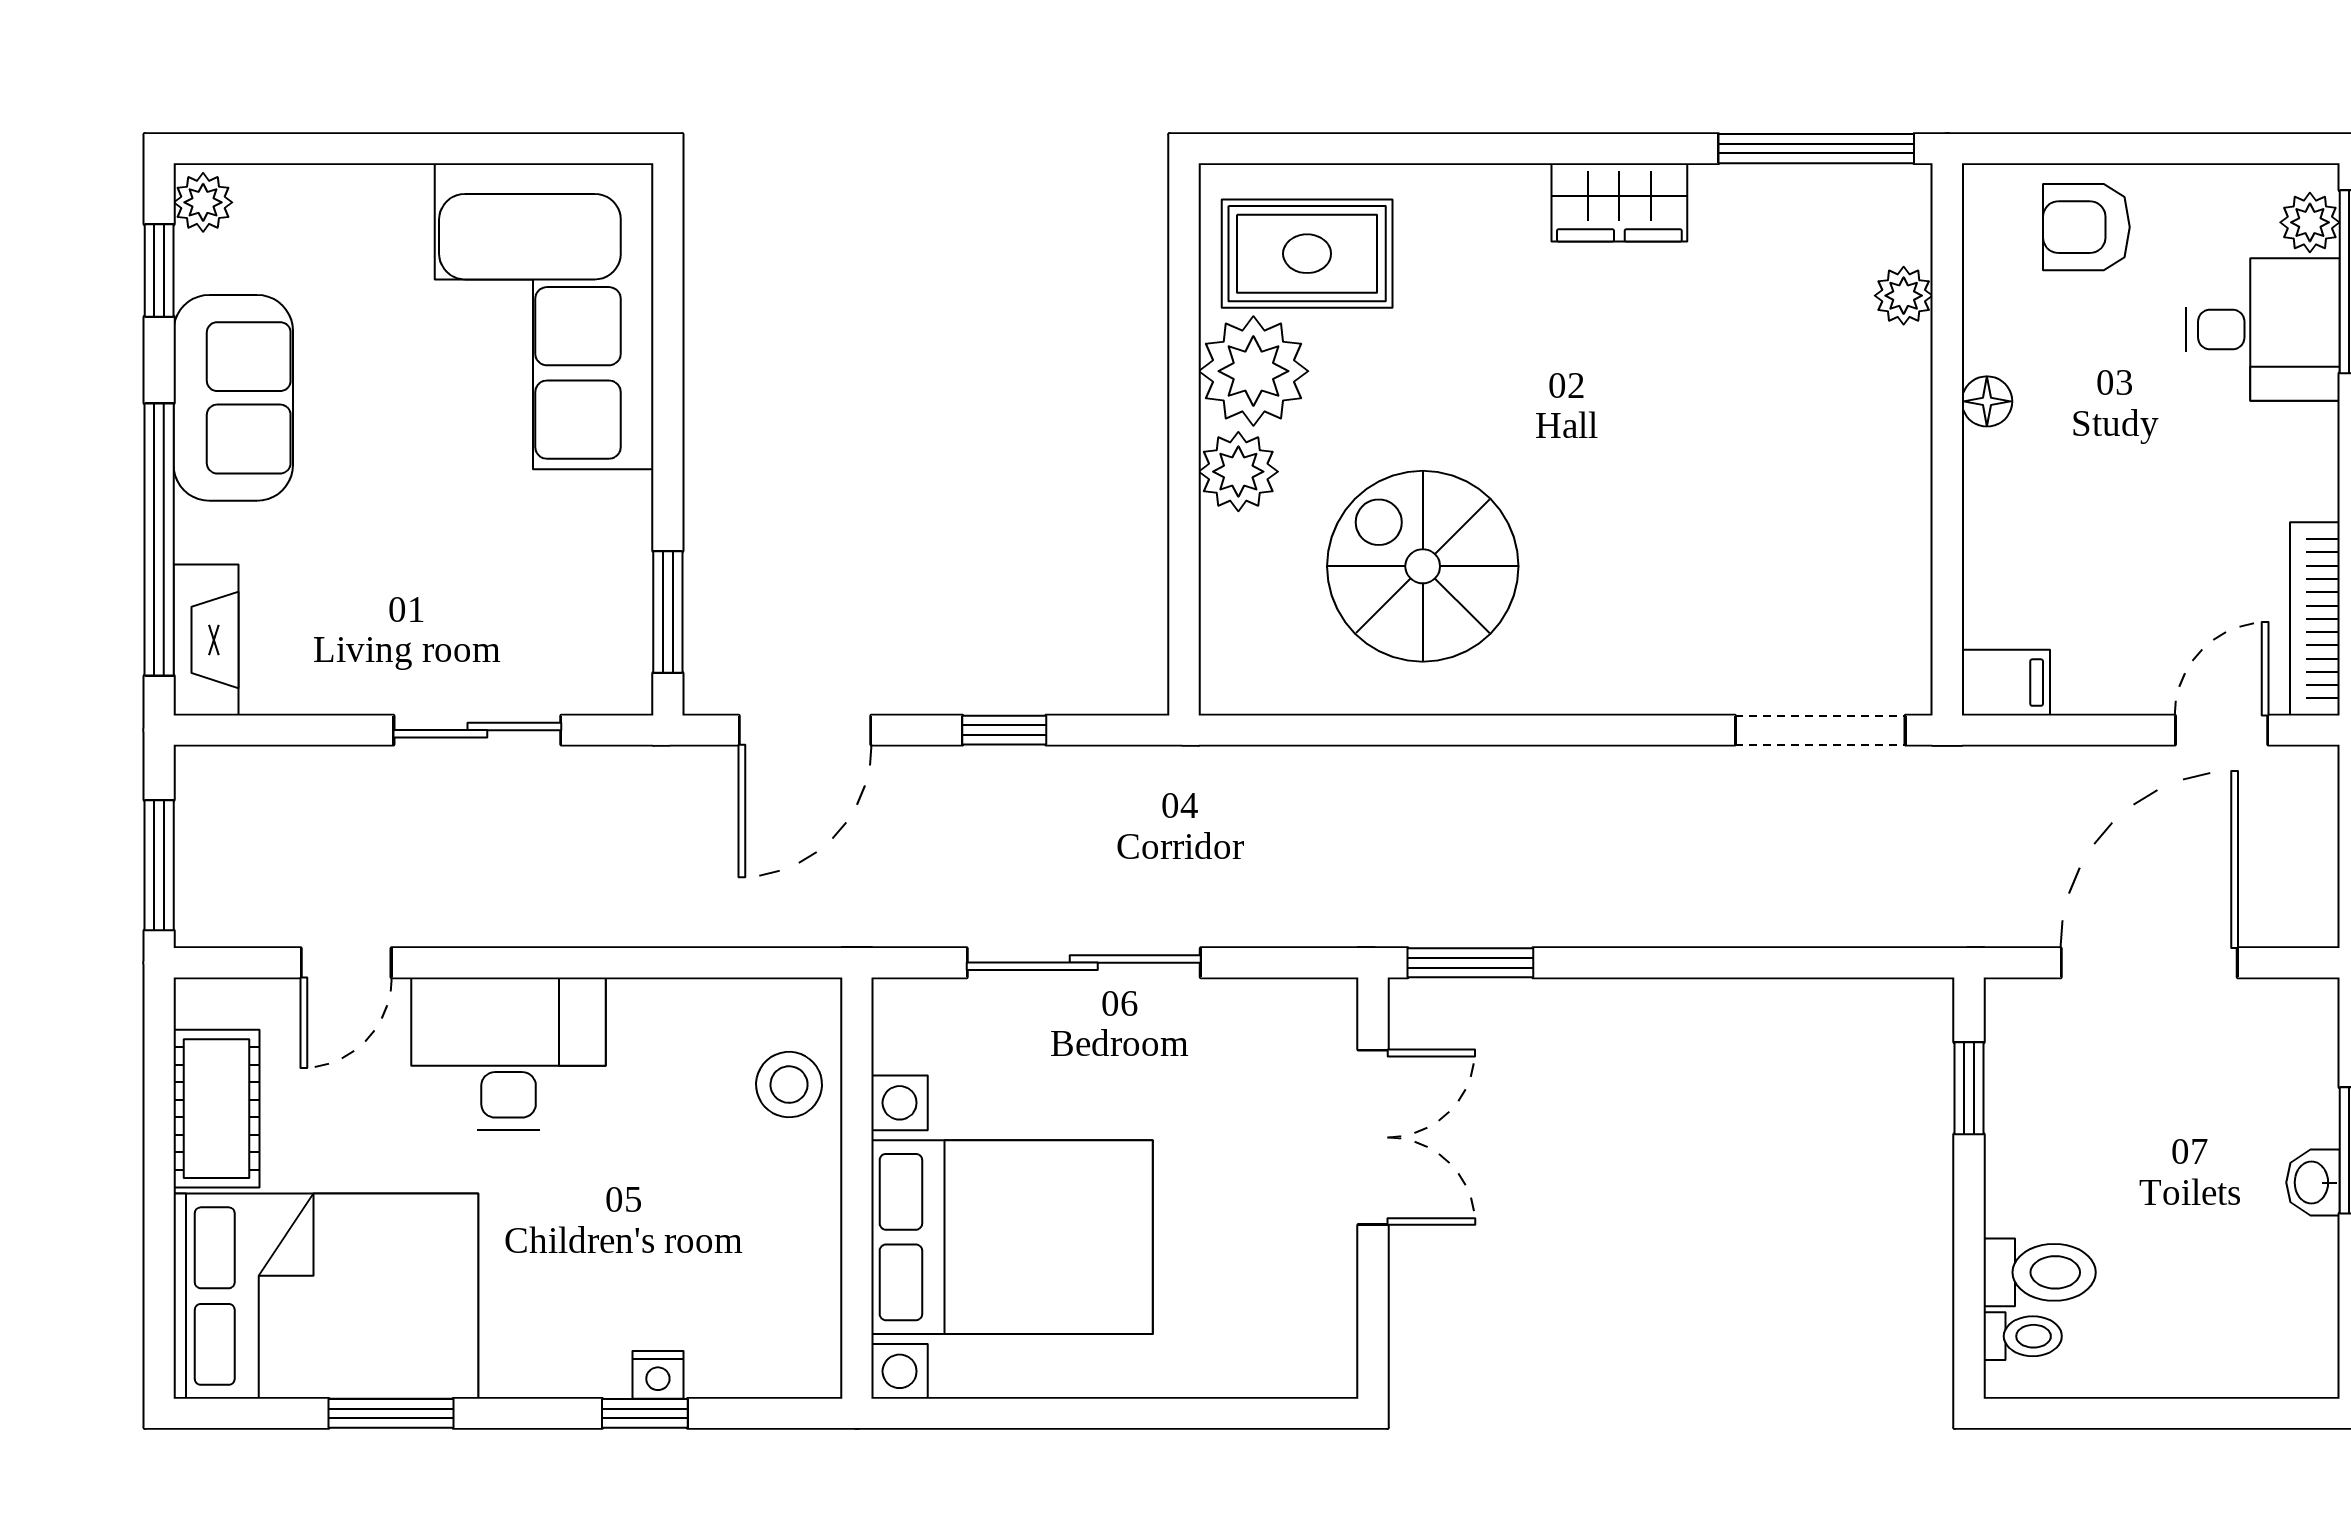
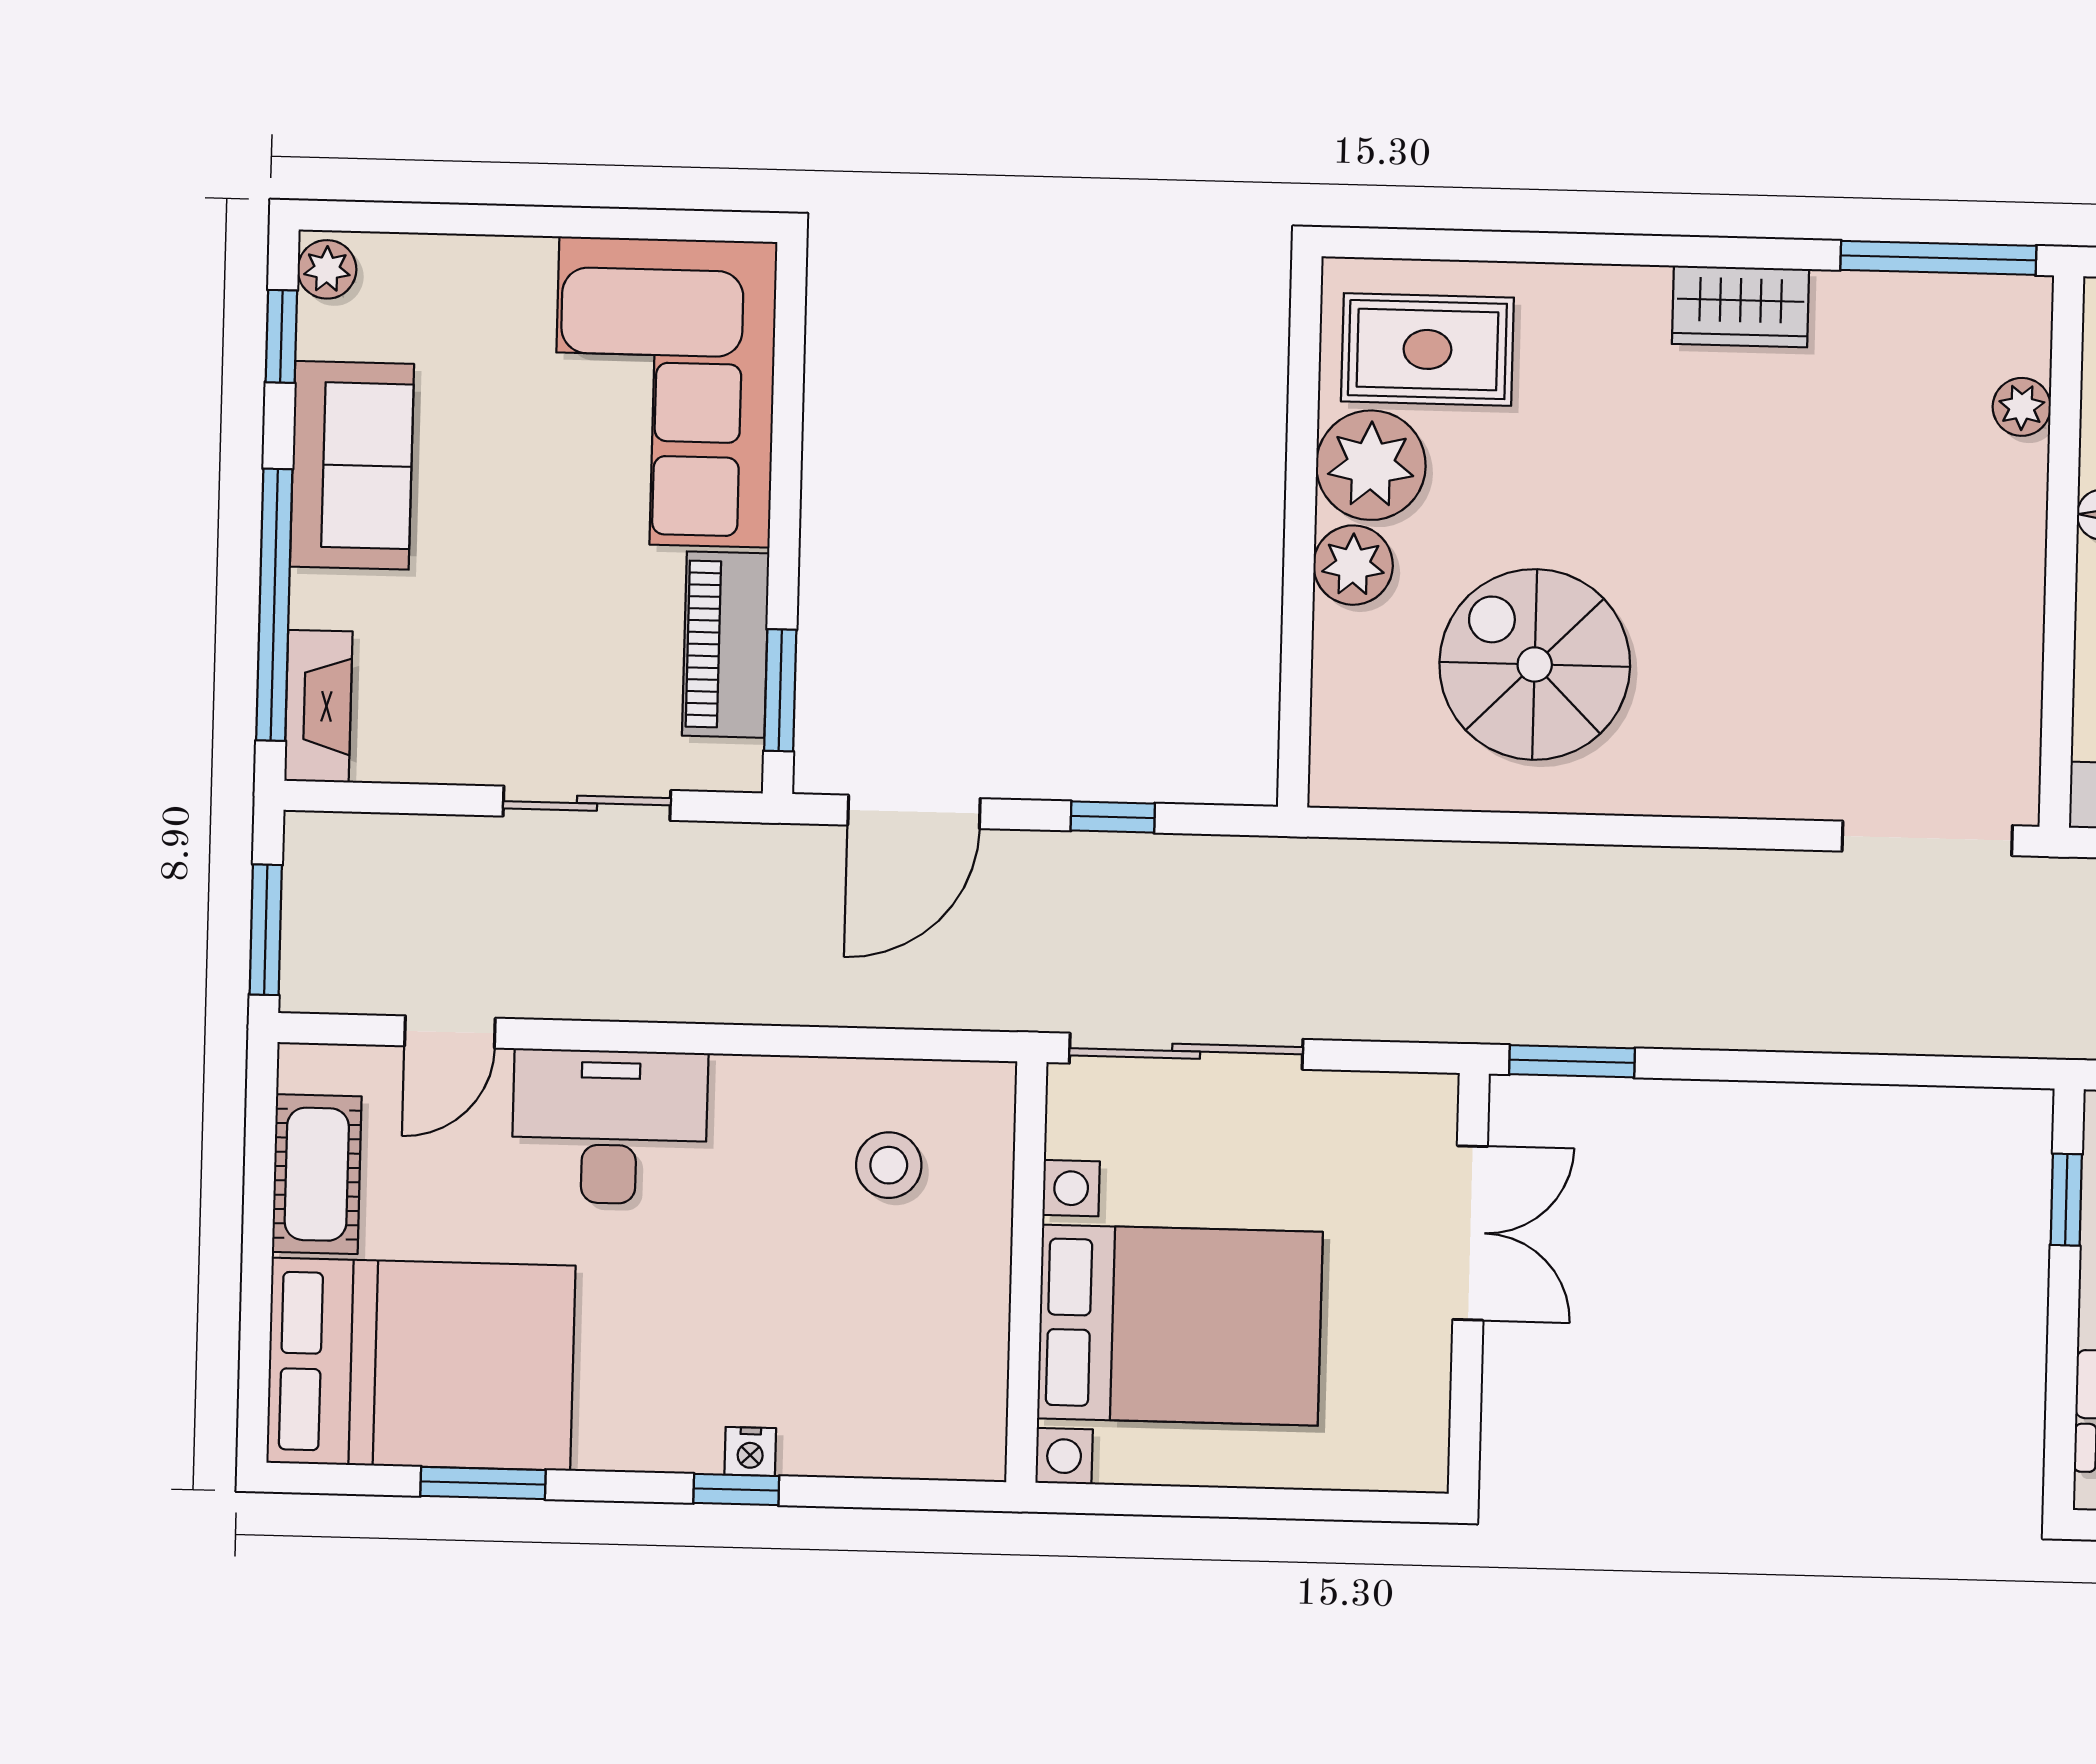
piano: (612, 568) -> (726, 645), added
wall: (857, 1188) -> (1026, 1272), moved
bed with nightstands: (1012, 1237) -> (1180, 1325), moved

